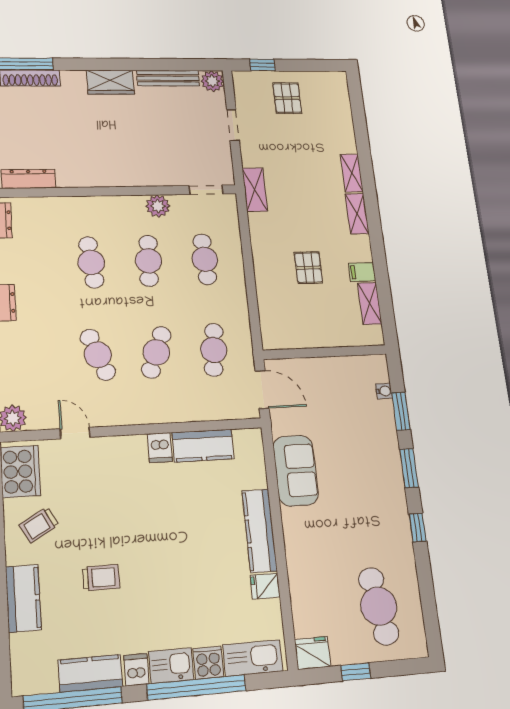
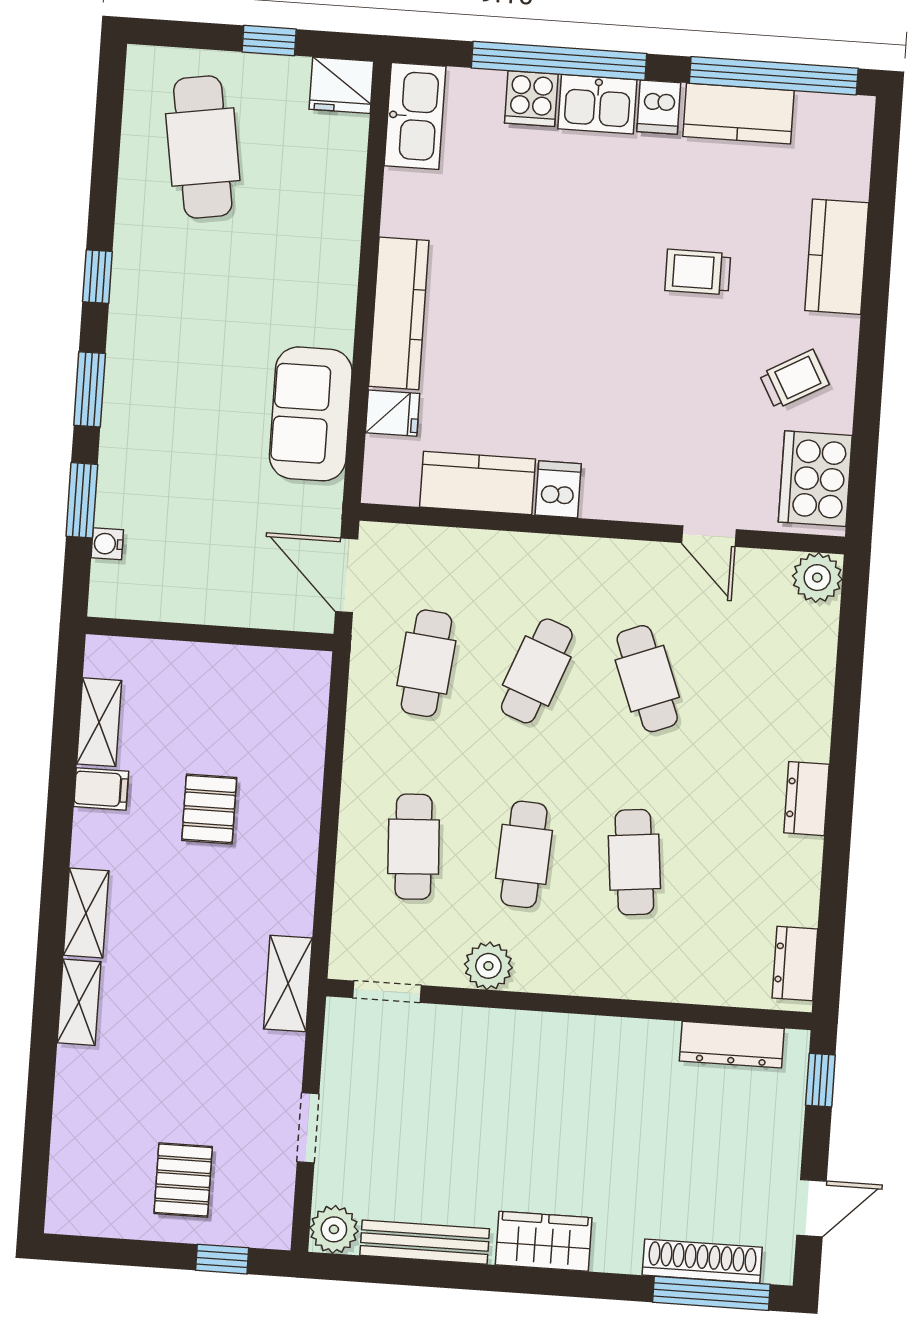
fridge: (265, 586) -> (393, 413), moved
kitchen sink: (253, 658) -> (415, 116), moved, turned -90

